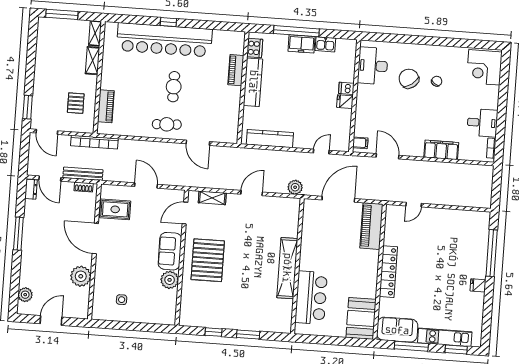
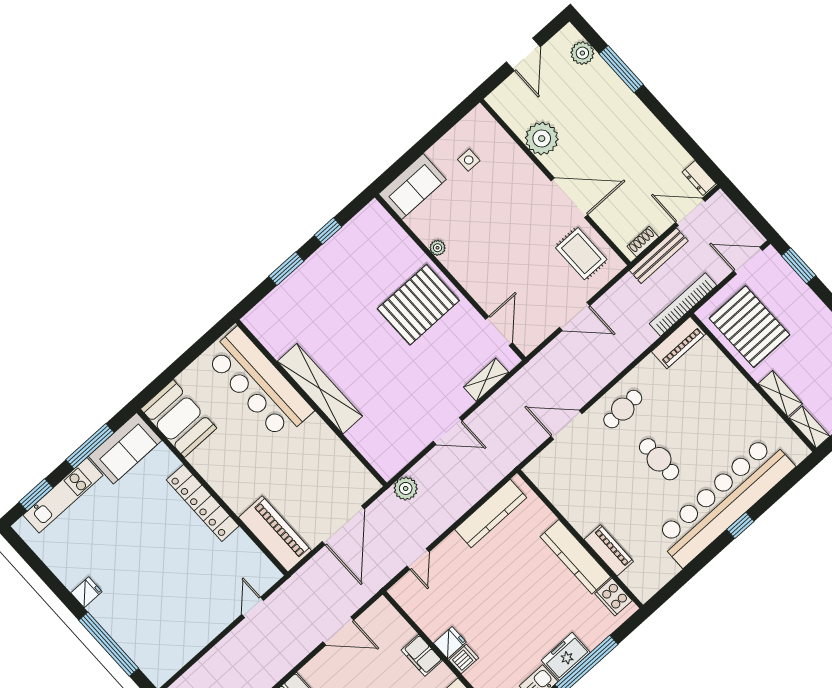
pallet: (76, 103) -> (750, 327), width x2.05, depth x2.00
piano: (106, 106) -> (679, 343), moved, turned -90
filing cabinet: (360, 143) -> (422, 655), moved, width x2.00
door: (252, 193) -> (448, 431), hinge flipped
rug: (115, 209) -> (581, 254), turned 90
window: (18, 234) -> (621, 69), moved
sofa: (170, 251) -> (412, 187), moved, turned 90
pallet: (208, 260) -> (418, 305), turned 90
plant: (170, 280) -> (438, 248), width x0.53, depth x0.53
bar counter: (311, 298) -> (259, 384), width x1.36

